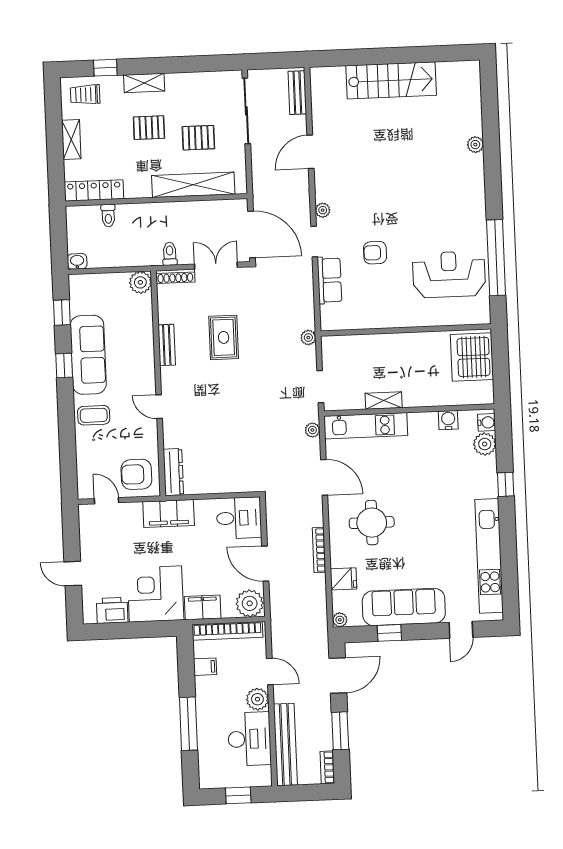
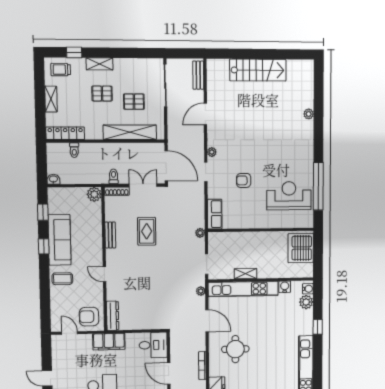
row of seats: (329, 280) -> (215, 214), moved
kitchen unit: (366, 426) -> (243, 289), width x1.36

